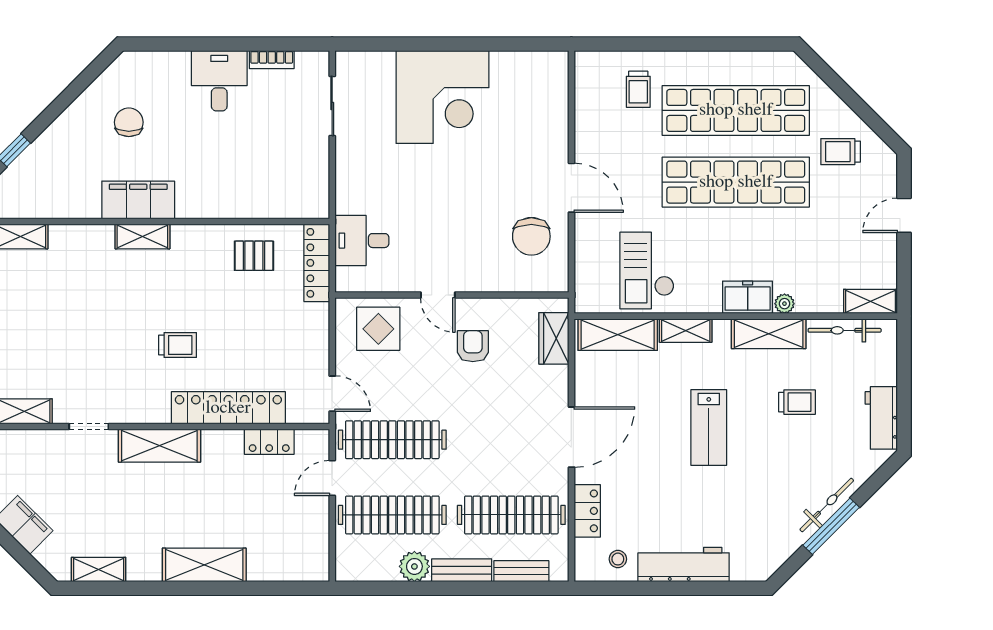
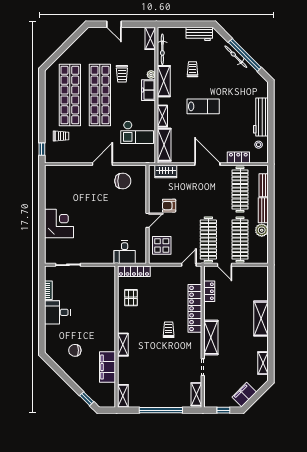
window: (607, 44) -> (42, 149), added
corner desk: (442, 97) -> (59, 224), width x0.74, depth x0.74
trolley: (841, 152) -> (122, 74), moved
filing cabinet: (138, 200) -> (108, 367), moved
window: (831, 526) -> (245, 55), width x1.46

